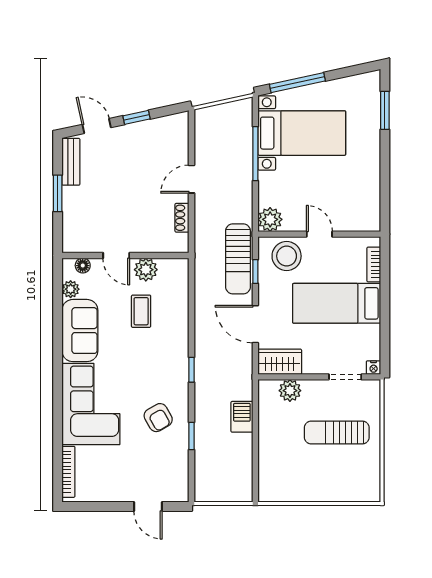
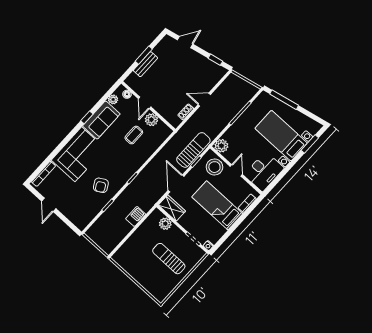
window: (136, 117) -> (215, 60), moved
door: (97, 126) -> (185, 42), hinge flipped
bed with nightstands: (302, 133) -> (281, 136), moved, turned 180
bench: (71, 162) -> (145, 64), moved
desk: (358, 202) -> (264, 172), added
sun lounger: (238, 259) -> (193, 150), turned 180
window: (58, 345) -> (87, 117), added
door: (148, 507) -> (49, 205), moved

